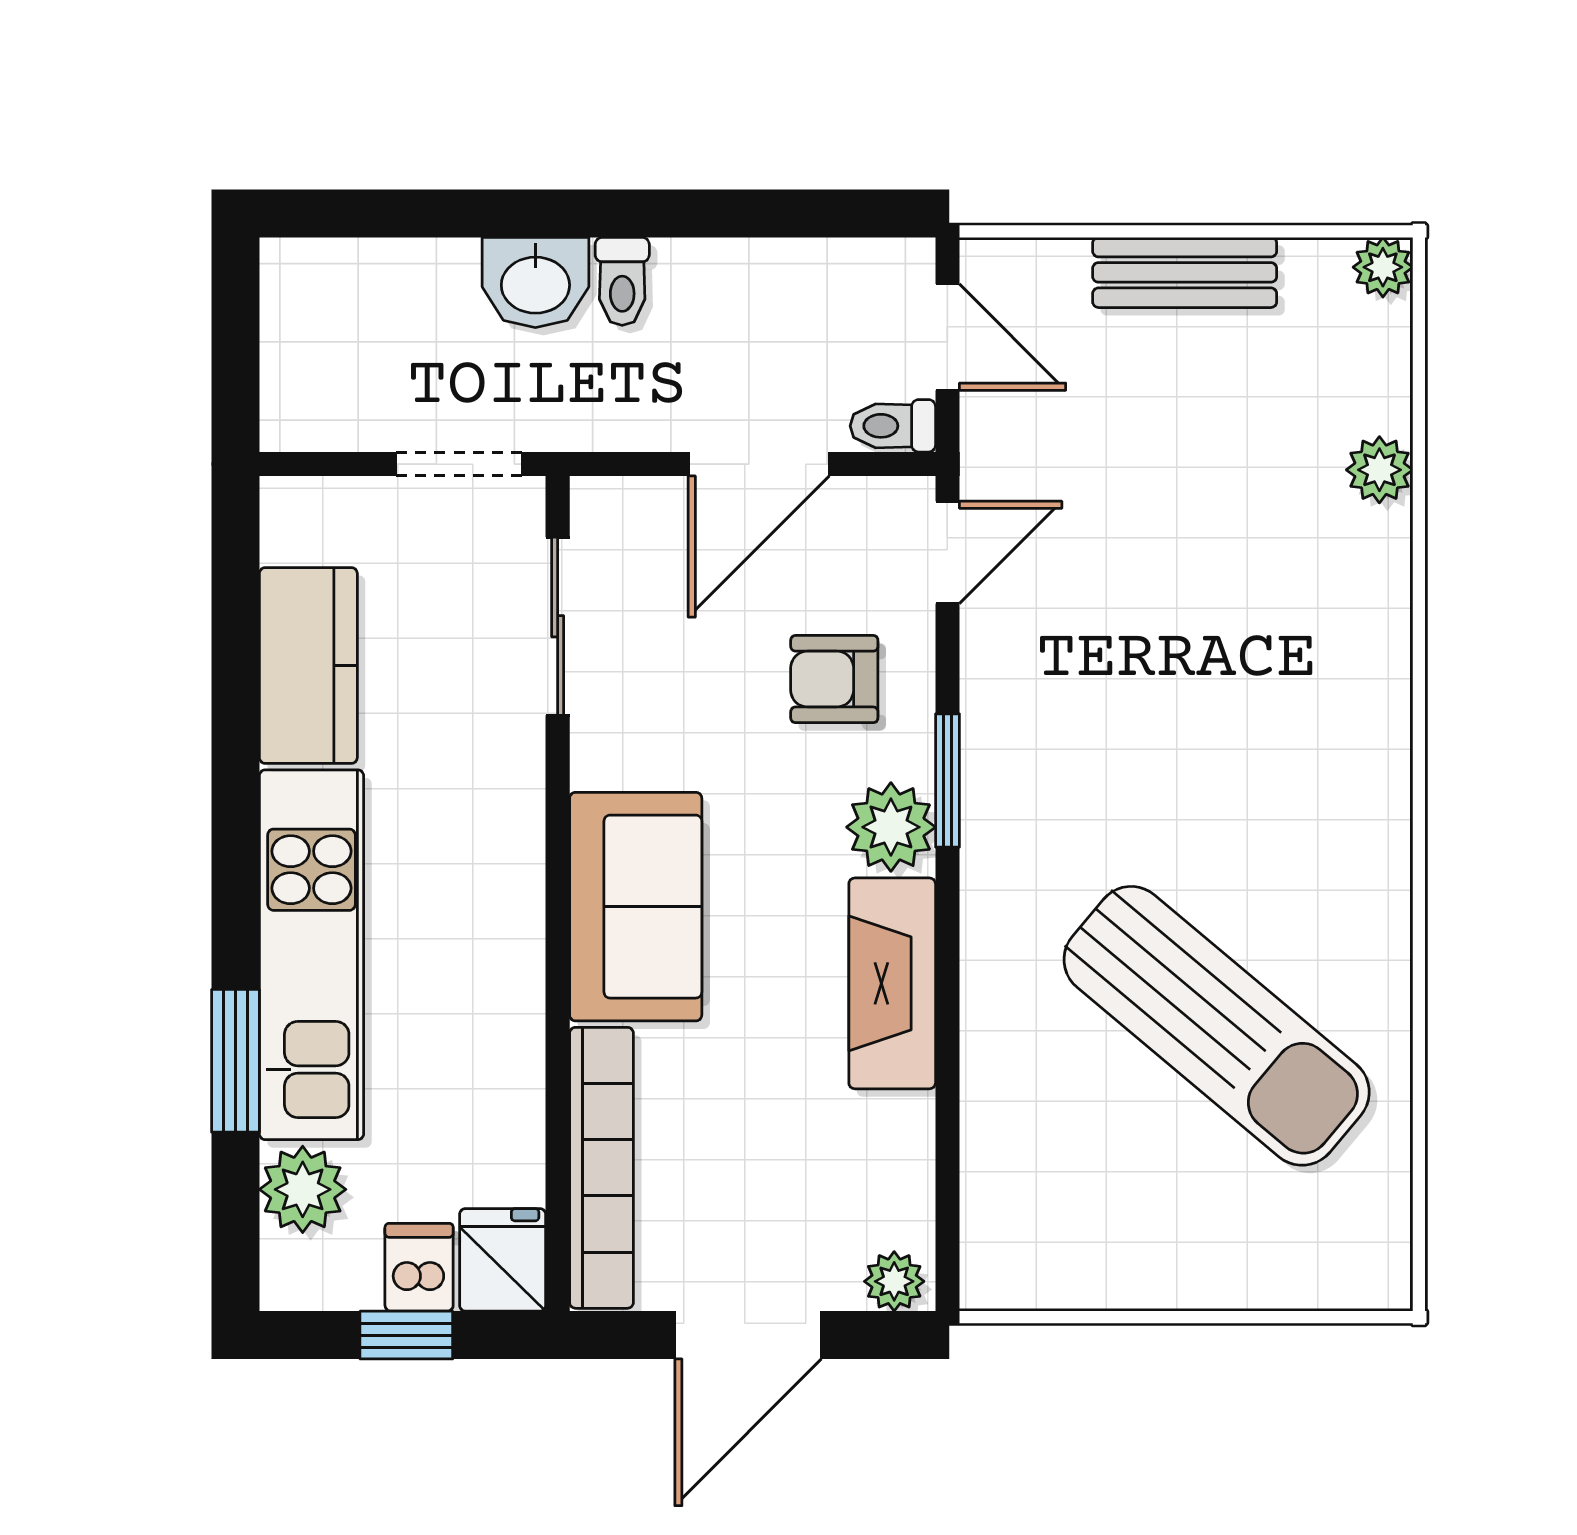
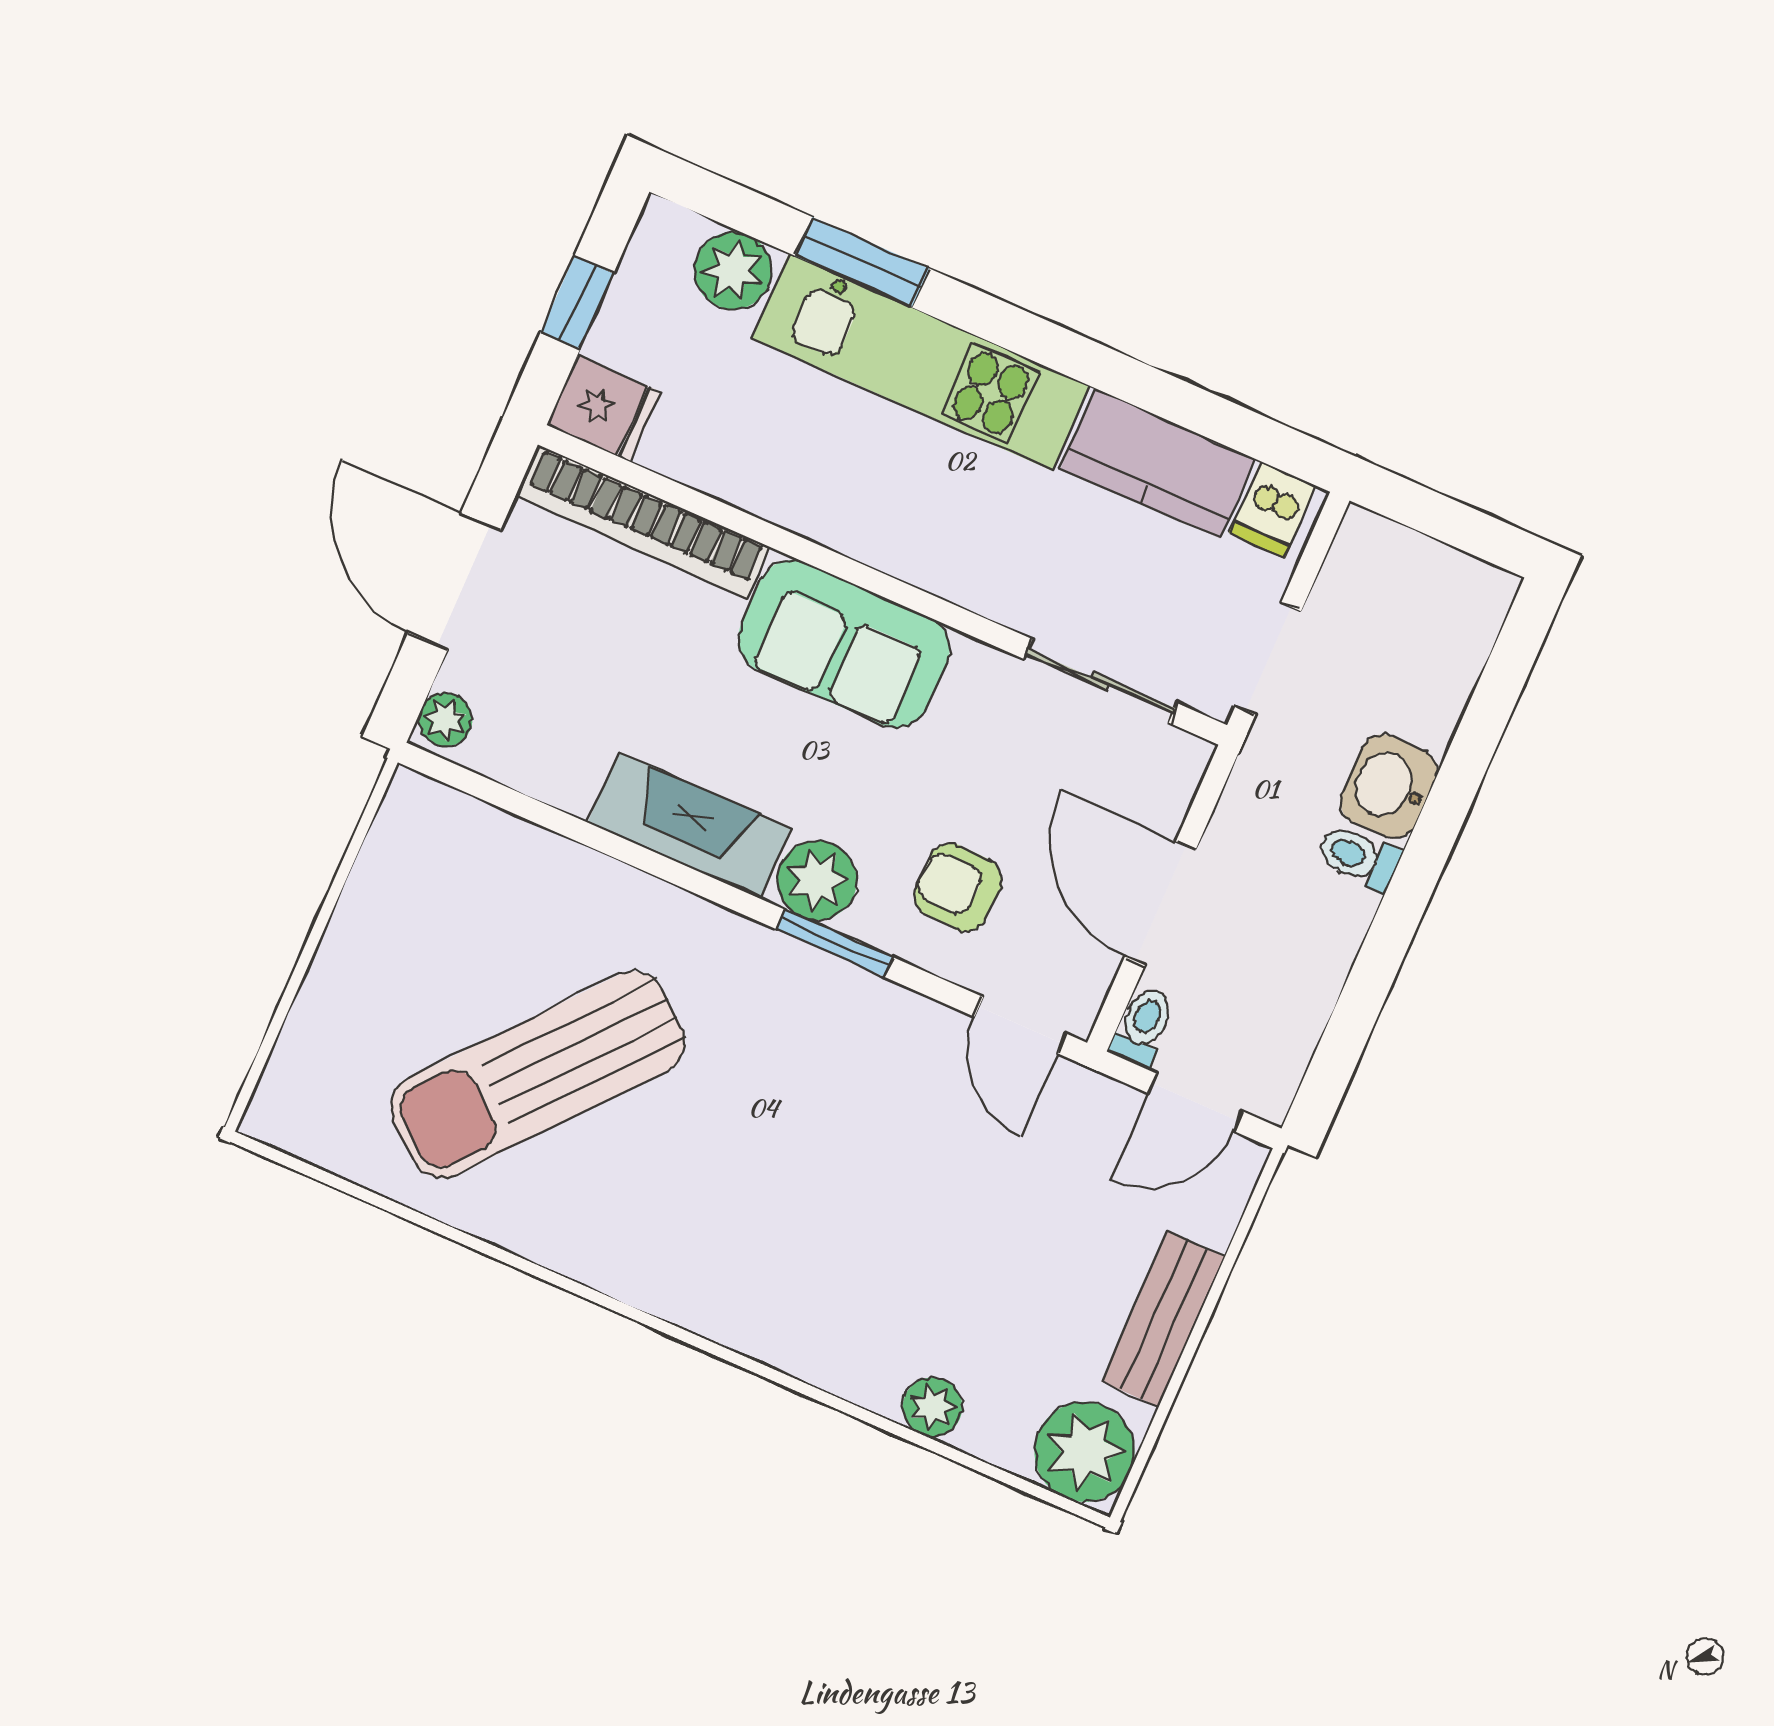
plant: (1383, 267) -> (1084, 1452), width x1.87, depth x1.87
armchair: (834, 679) -> (958, 887), turned -88
dishwasher: (419, 1267) -> (1273, 509), moved, turned 90

